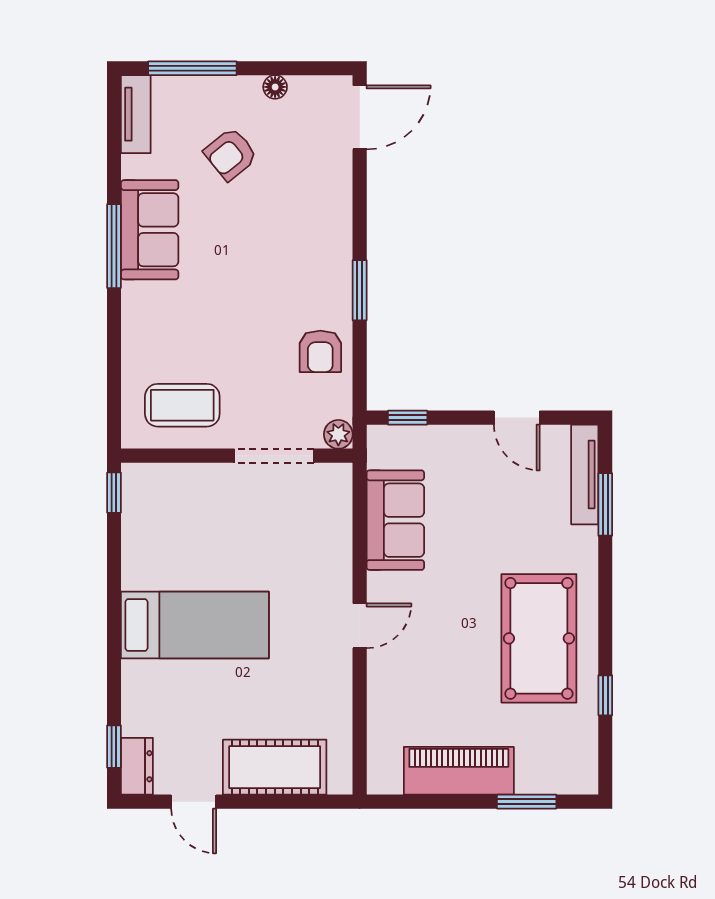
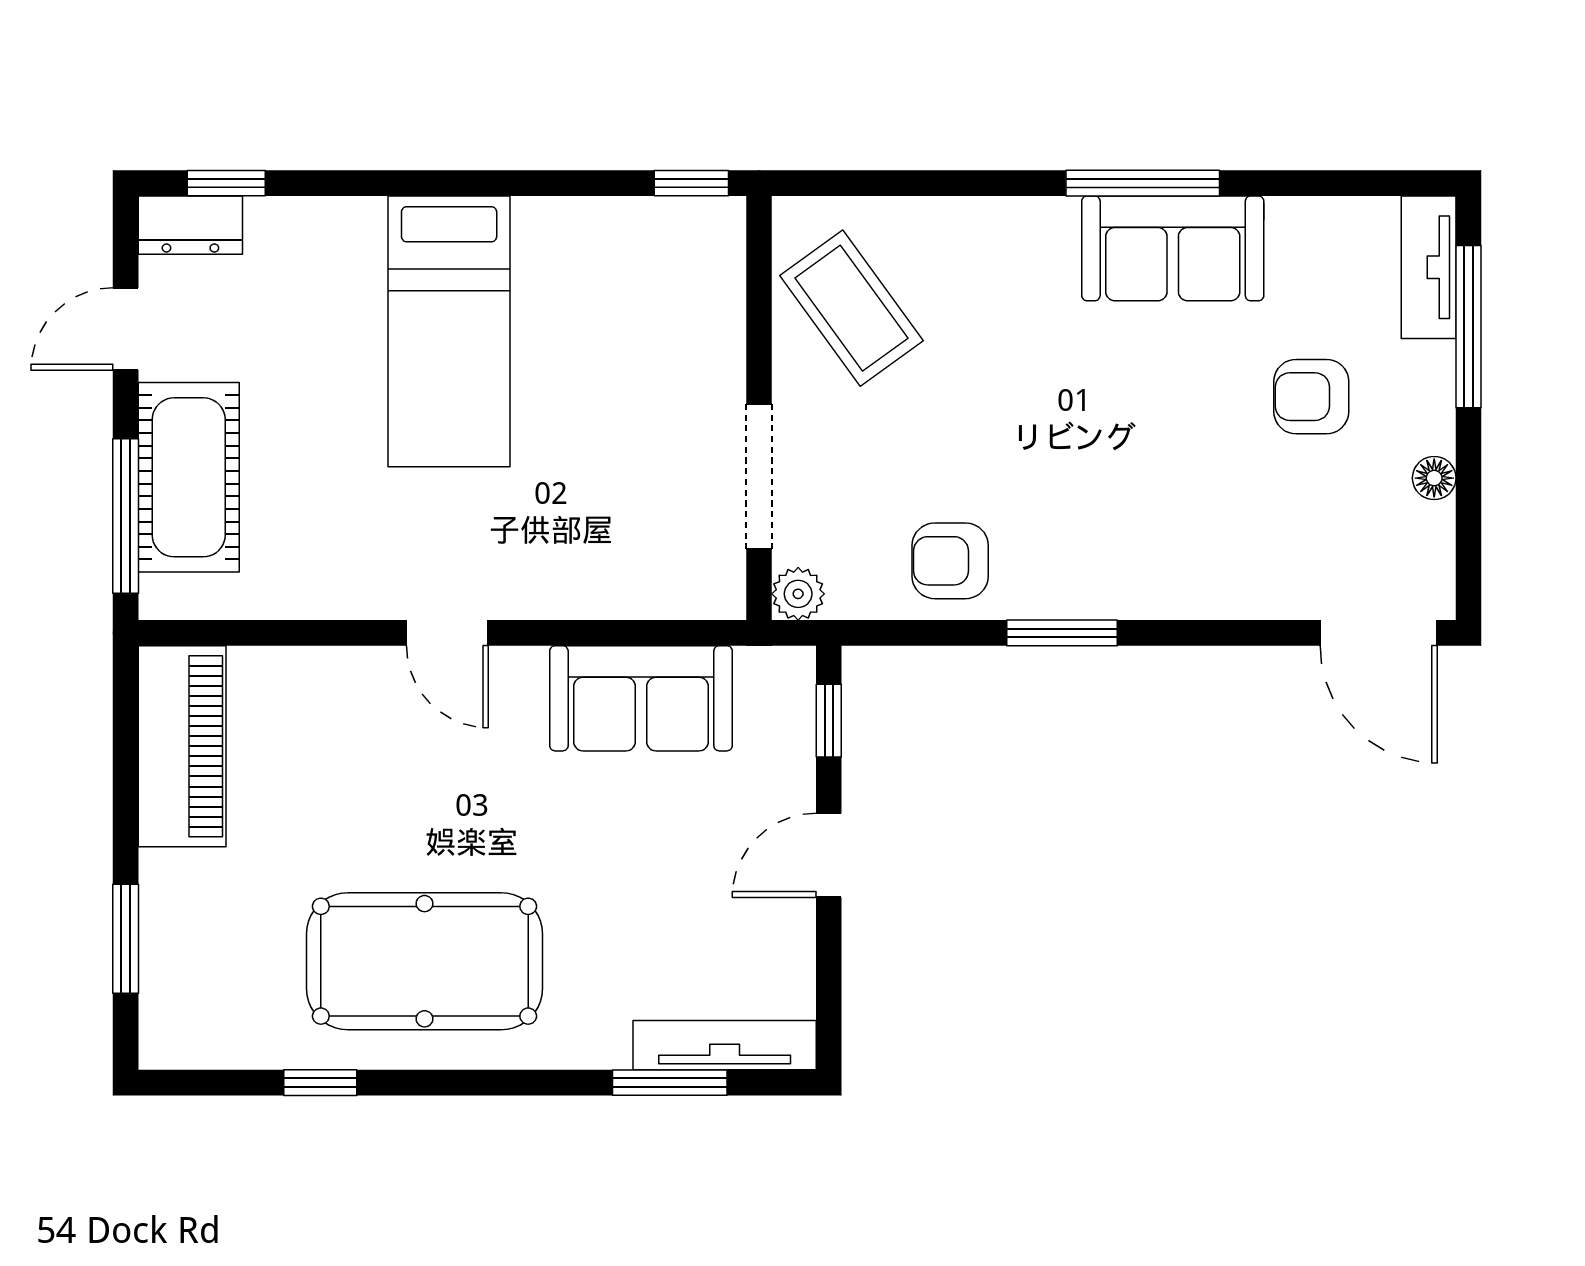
tv unit: (136, 114) -> (1429, 267), moved, turned 90
armchair: (231, 154) -> (1311, 397), turned -51
coffee table: (182, 405) -> (851, 308), turned -36
door: (517, 418) -> (829, 855), moved
piano: (459, 771) -> (182, 746), moved
window: (296, 802) -> (126, 516), added

